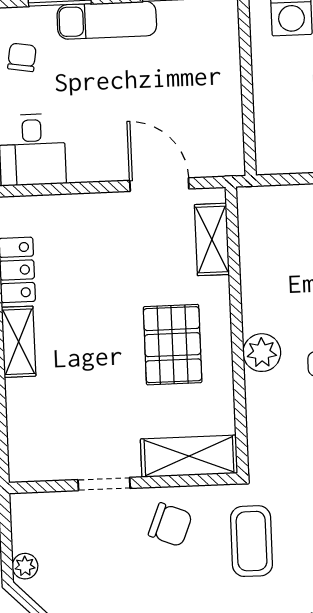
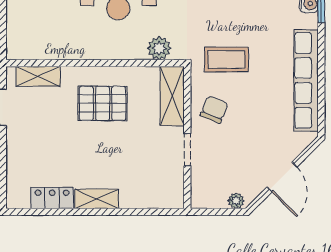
plant: (262, 353) -> (159, 48), moved

